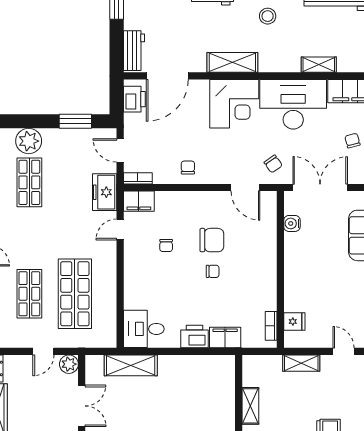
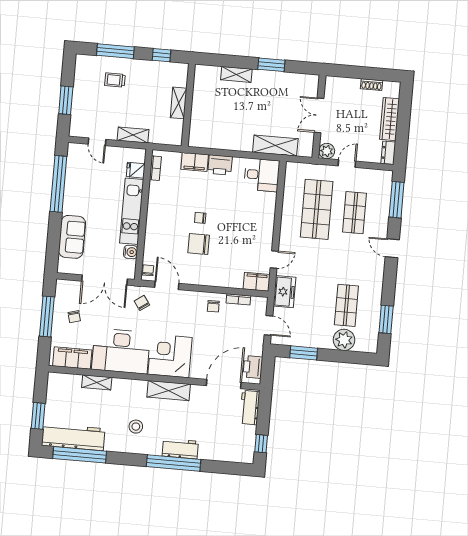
bookcase: (138, 178) -> (238, 299), moved
chair: (166, 245) -> (148, 270), moved
kitchen unit: (295, 272) -> (132, 211), added

